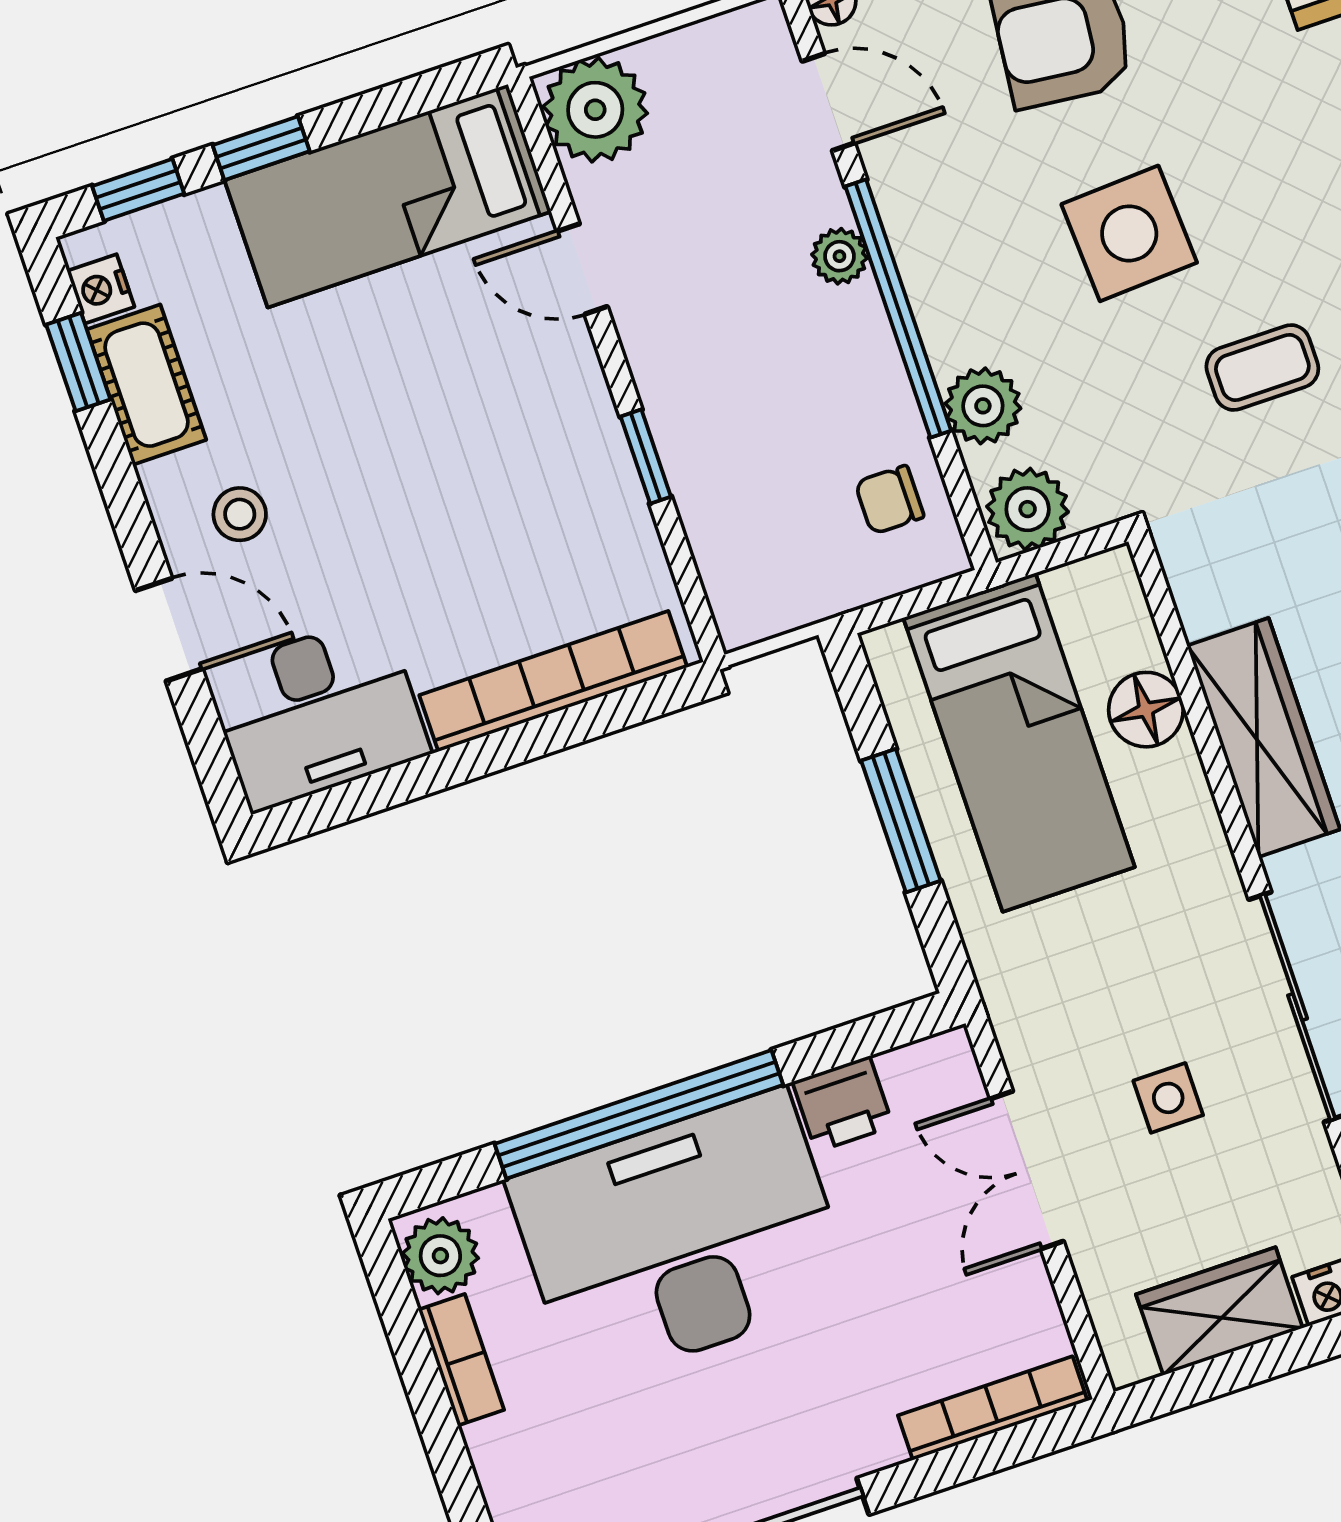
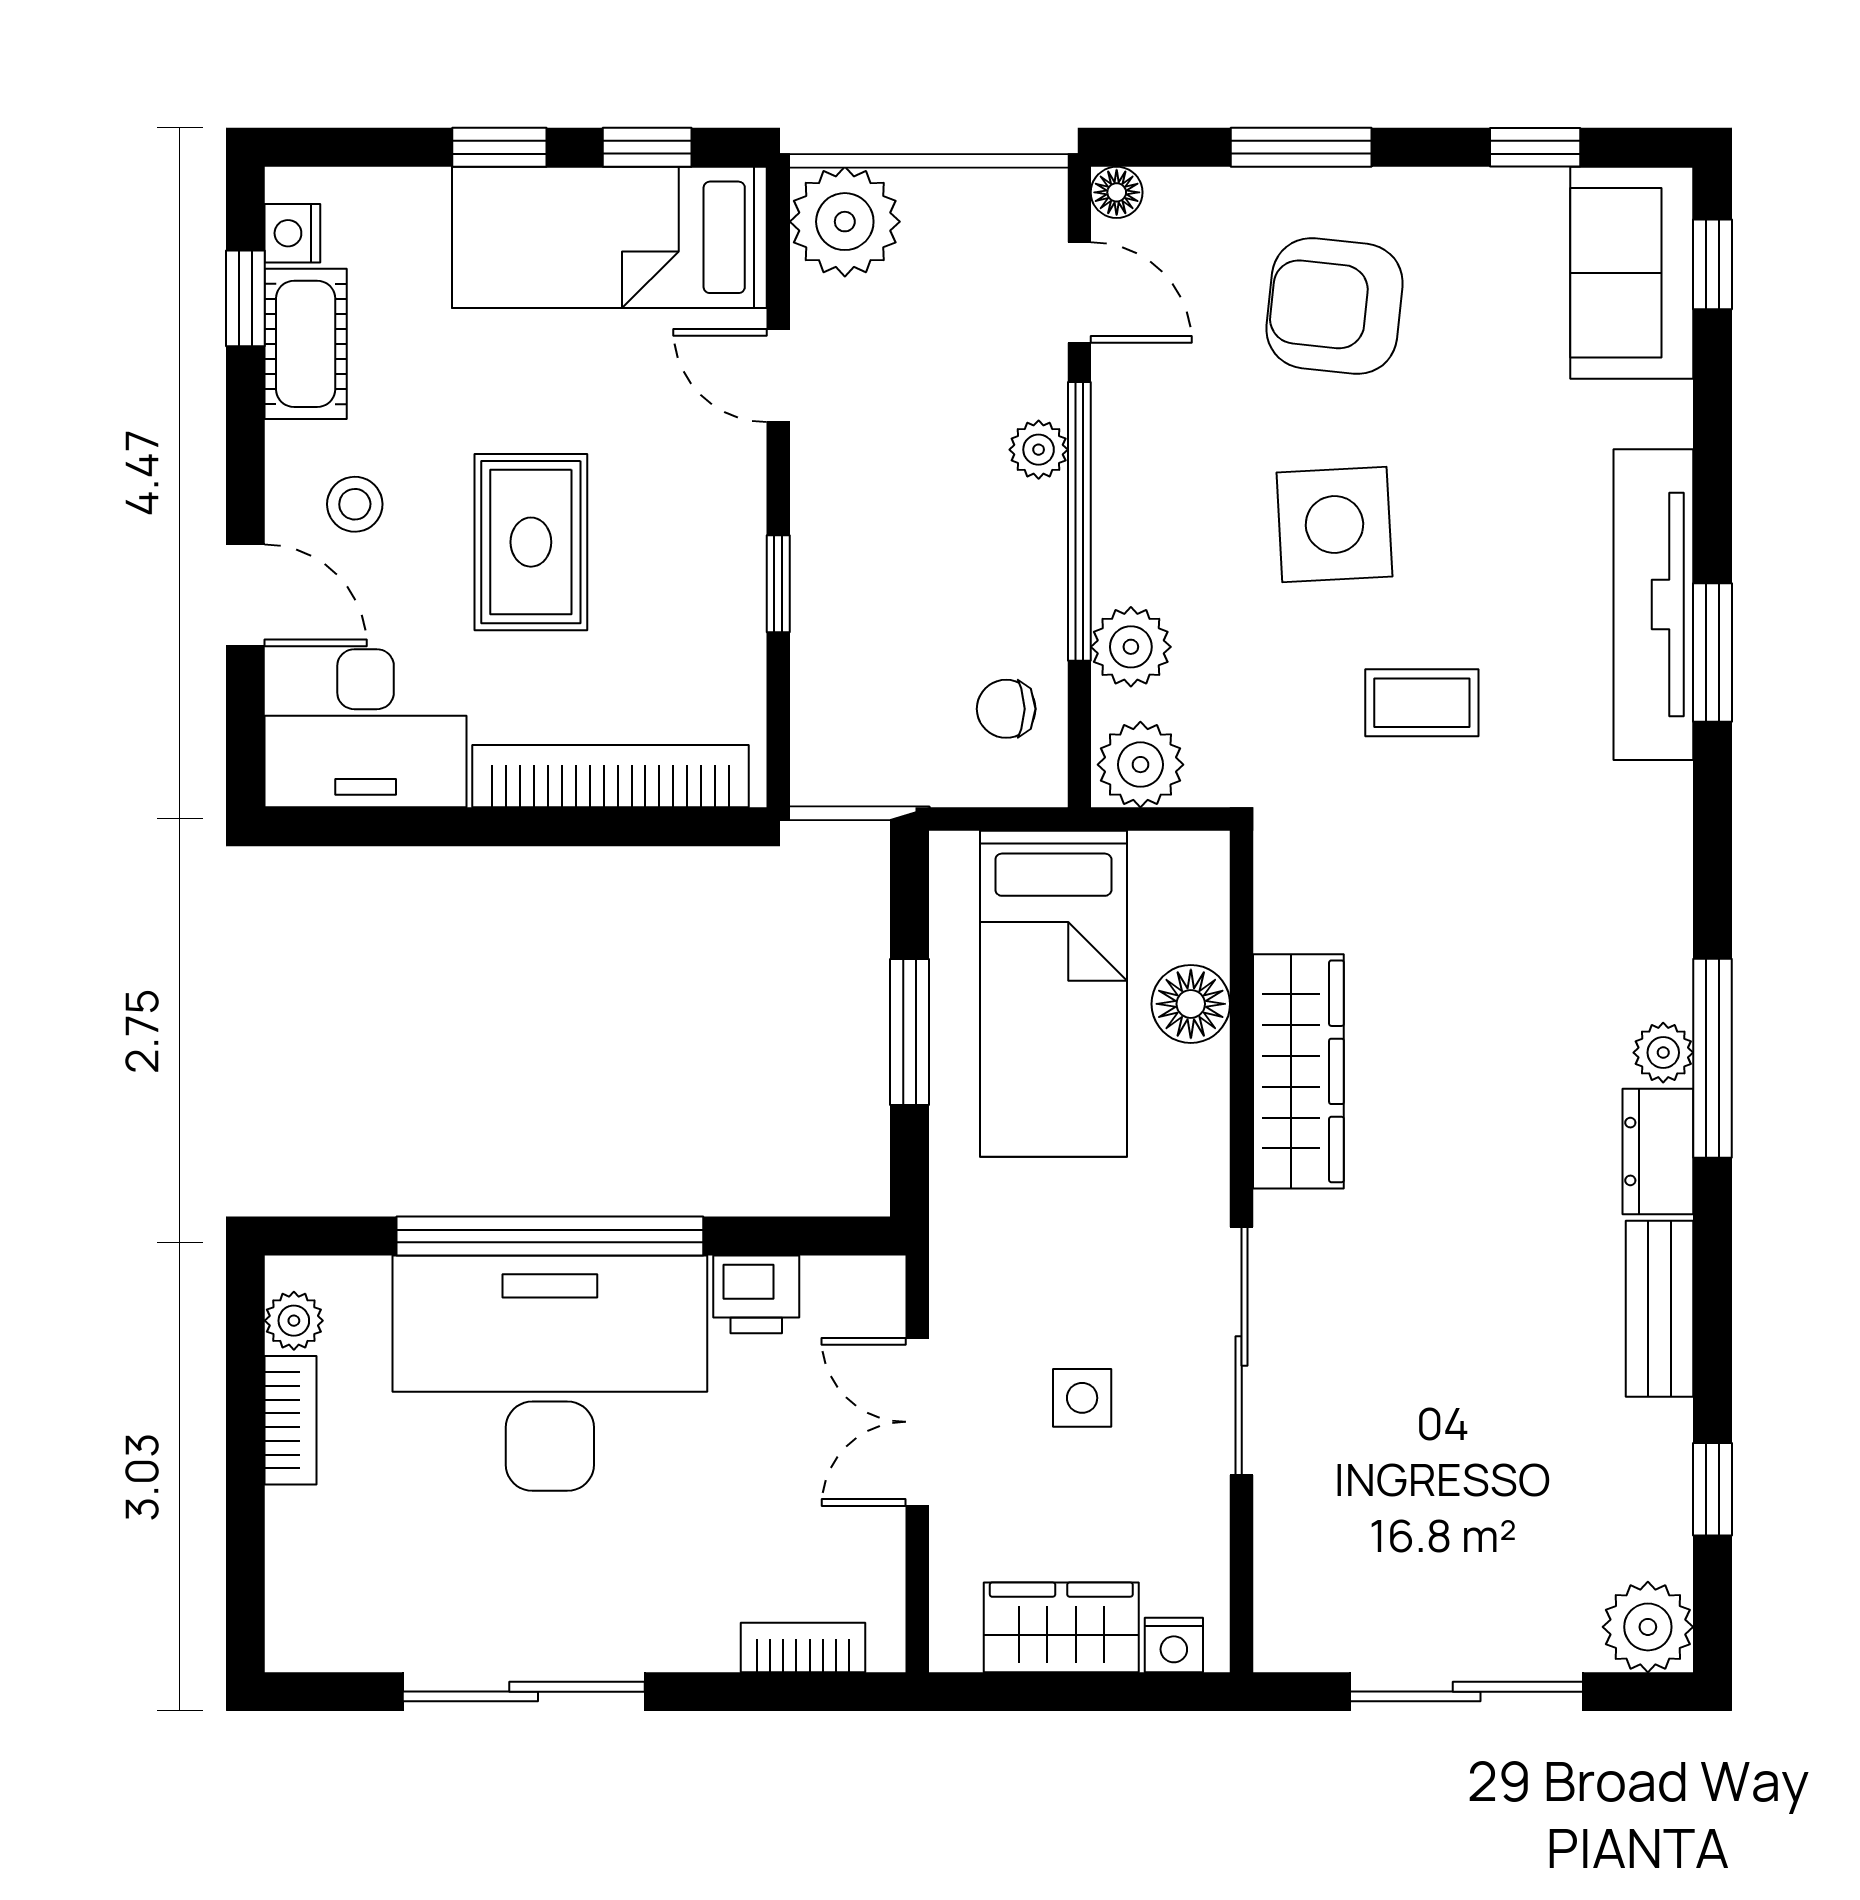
window: (138, 190) -> (647, 147), moved
rug: (410, 495) -> (531, 542), added
plant: (440, 1256) -> (294, 1321), width x0.73, depth x0.73
bookcase: (993, 1408) -> (803, 1647), width x0.64

